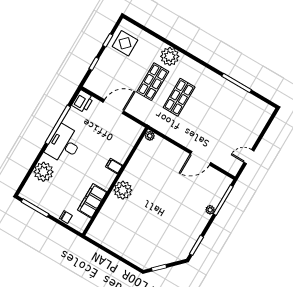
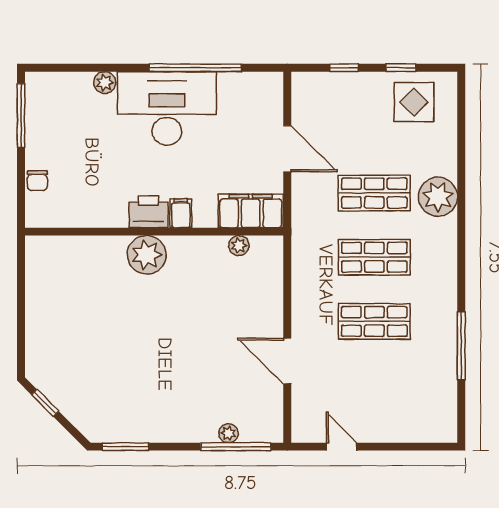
printer: (83, 101) -> (148, 212), moved, turned 180
shop shelf: (205, 113) -> (374, 321), added
plant: (150, 136) -> (239, 245), moved
desk: (64, 144) -> (167, 108), width x1.36, depth x1.30
plant: (43, 172) -> (105, 83), width x0.53, depth x0.53
filing cabinet: (92, 201) -> (251, 211), moved
plant: (210, 210) -> (229, 433), moved

